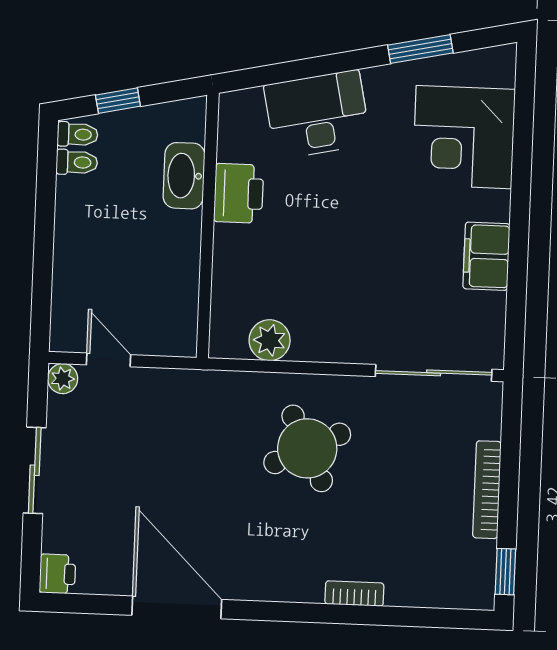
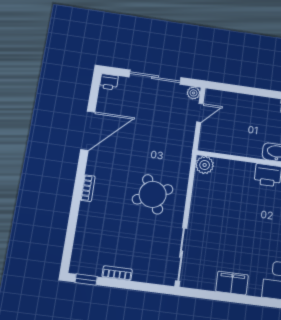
plant: (270, 340) -> (205, 165), moved
sliding door: (35, 470) -> (155, 77), width x1.37
bookcase: (487, 490) -> (117, 273), width x0.64
bookcase: (354, 594) -> (88, 188), moved

